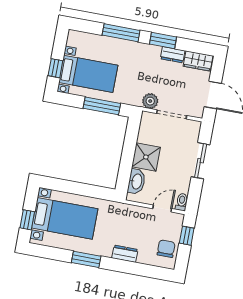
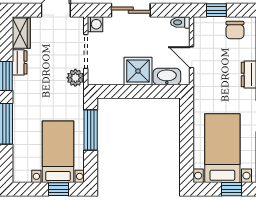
washing machine: (194, 127) -> (95, 24), added
door: (162, 209) -> (192, 57), moved
chair: (166, 249) -> (235, 30), turned -90

